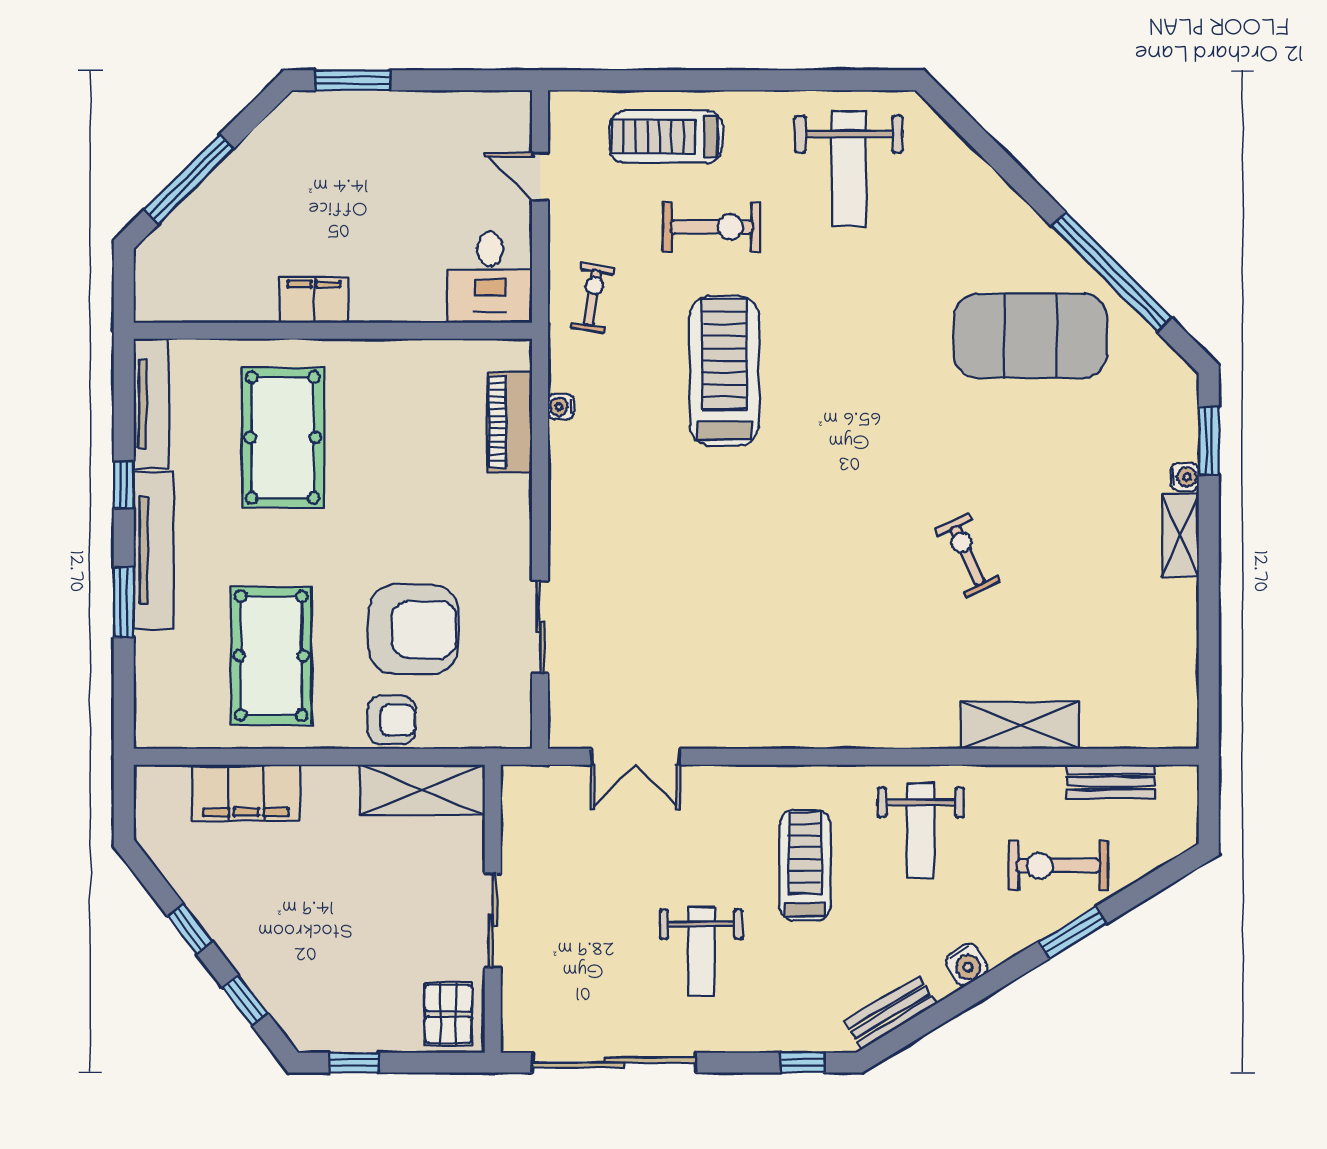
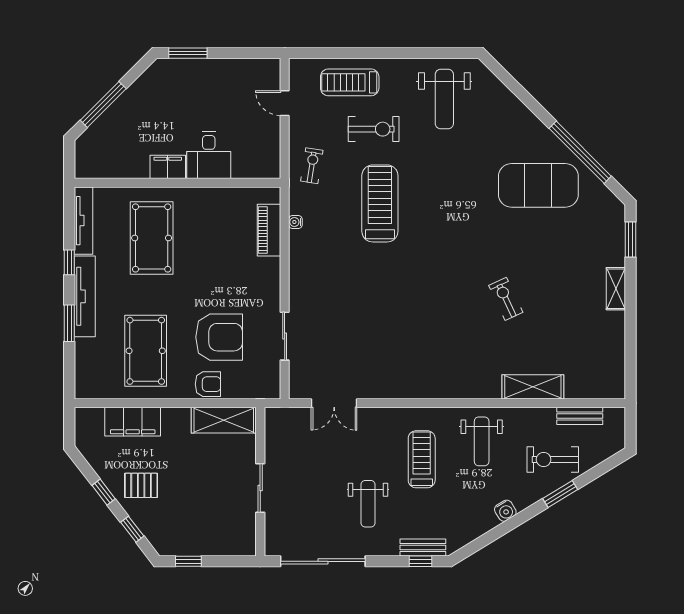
desk: (490, 277) -> (209, 155), moved
water cooler: (1185, 477) -> (618, 258), removed
bench: (890, 1013) -> (423, 548), moved, turned 31
pallet: (448, 1014) -> (141, 485), moved, turned 90

